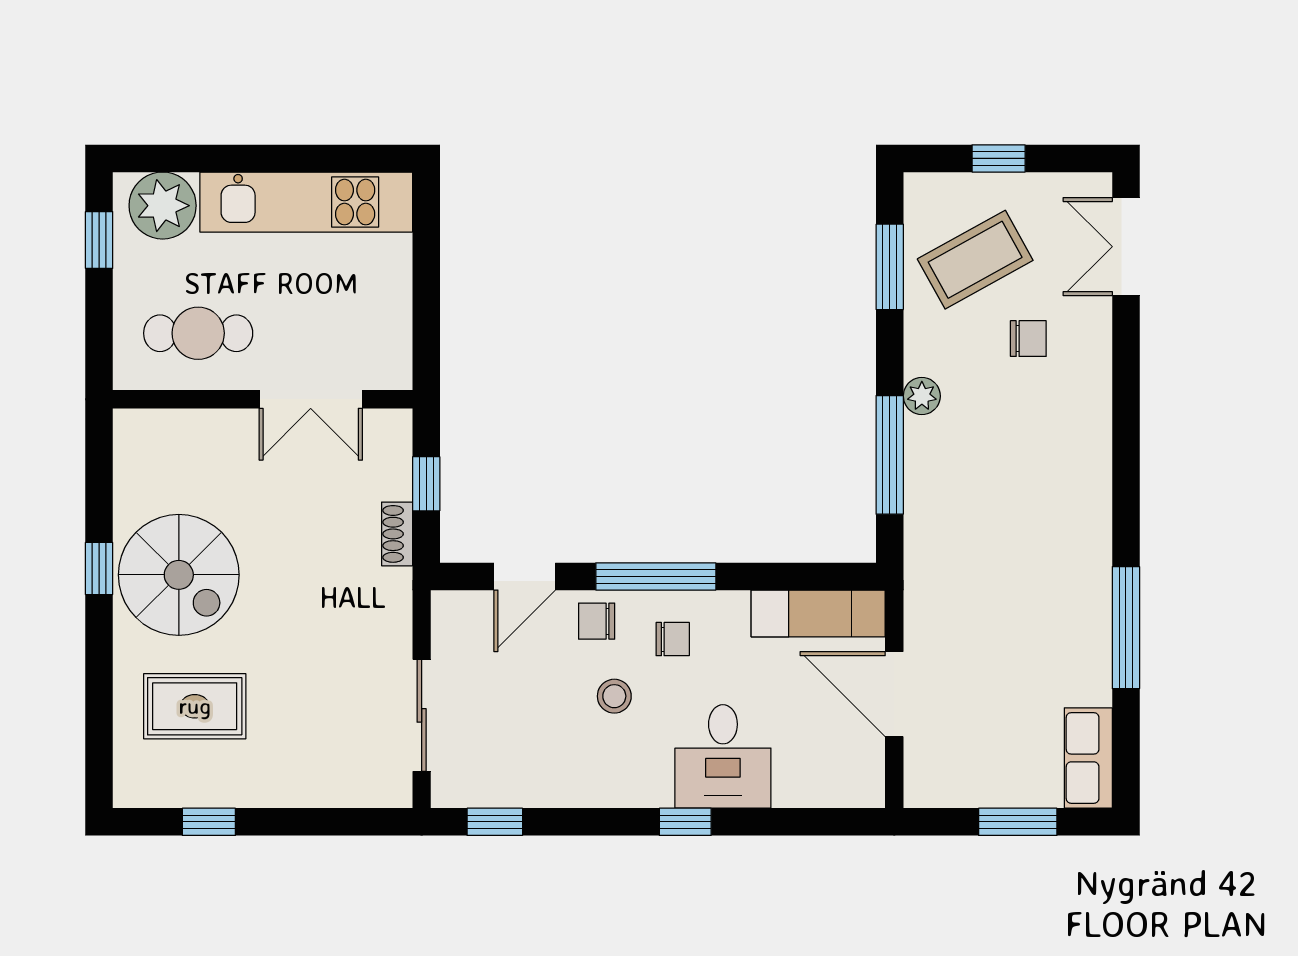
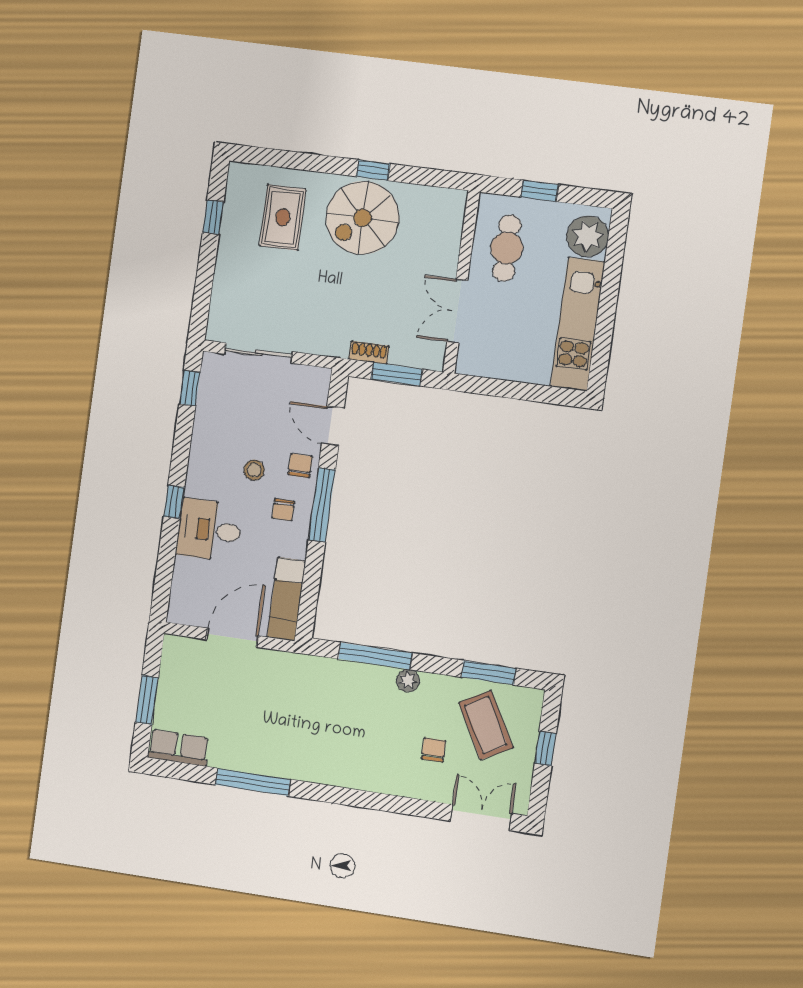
window: (99, 240) -> (539, 191), moved
chair: (1028, 339) -> (434, 750), turned 180
window: (426, 484) -> (397, 374), width x1.50

